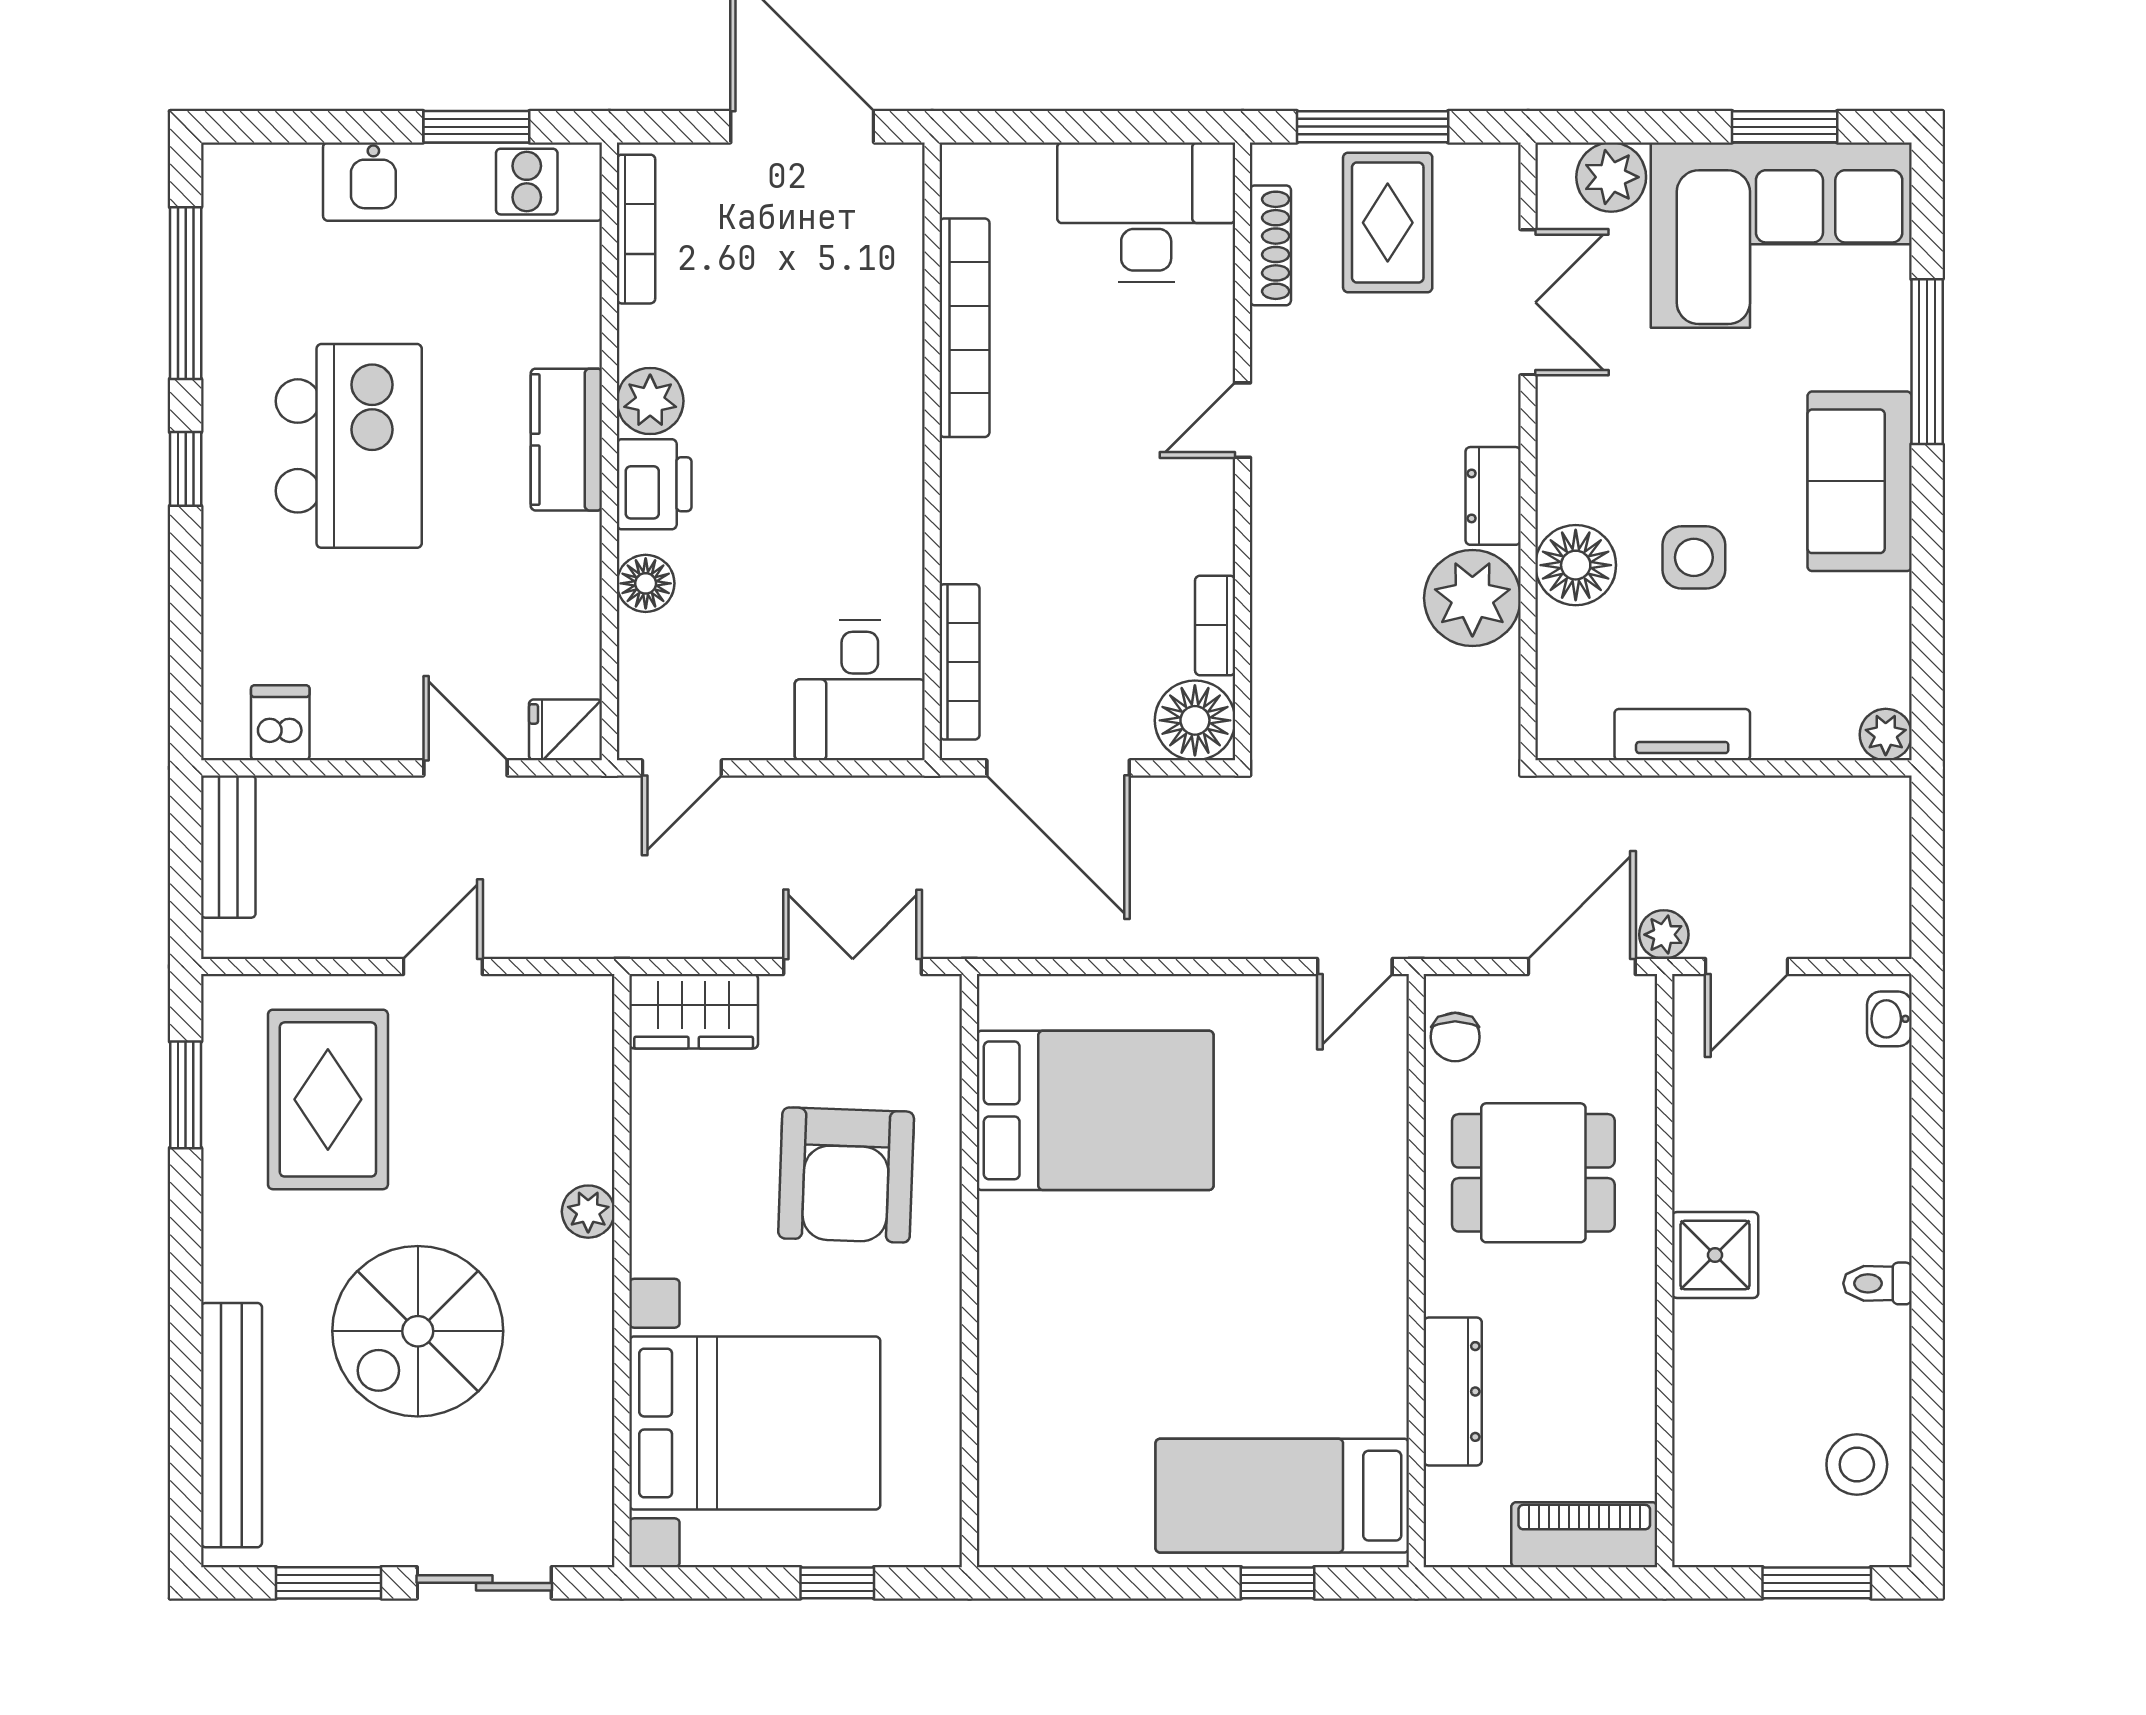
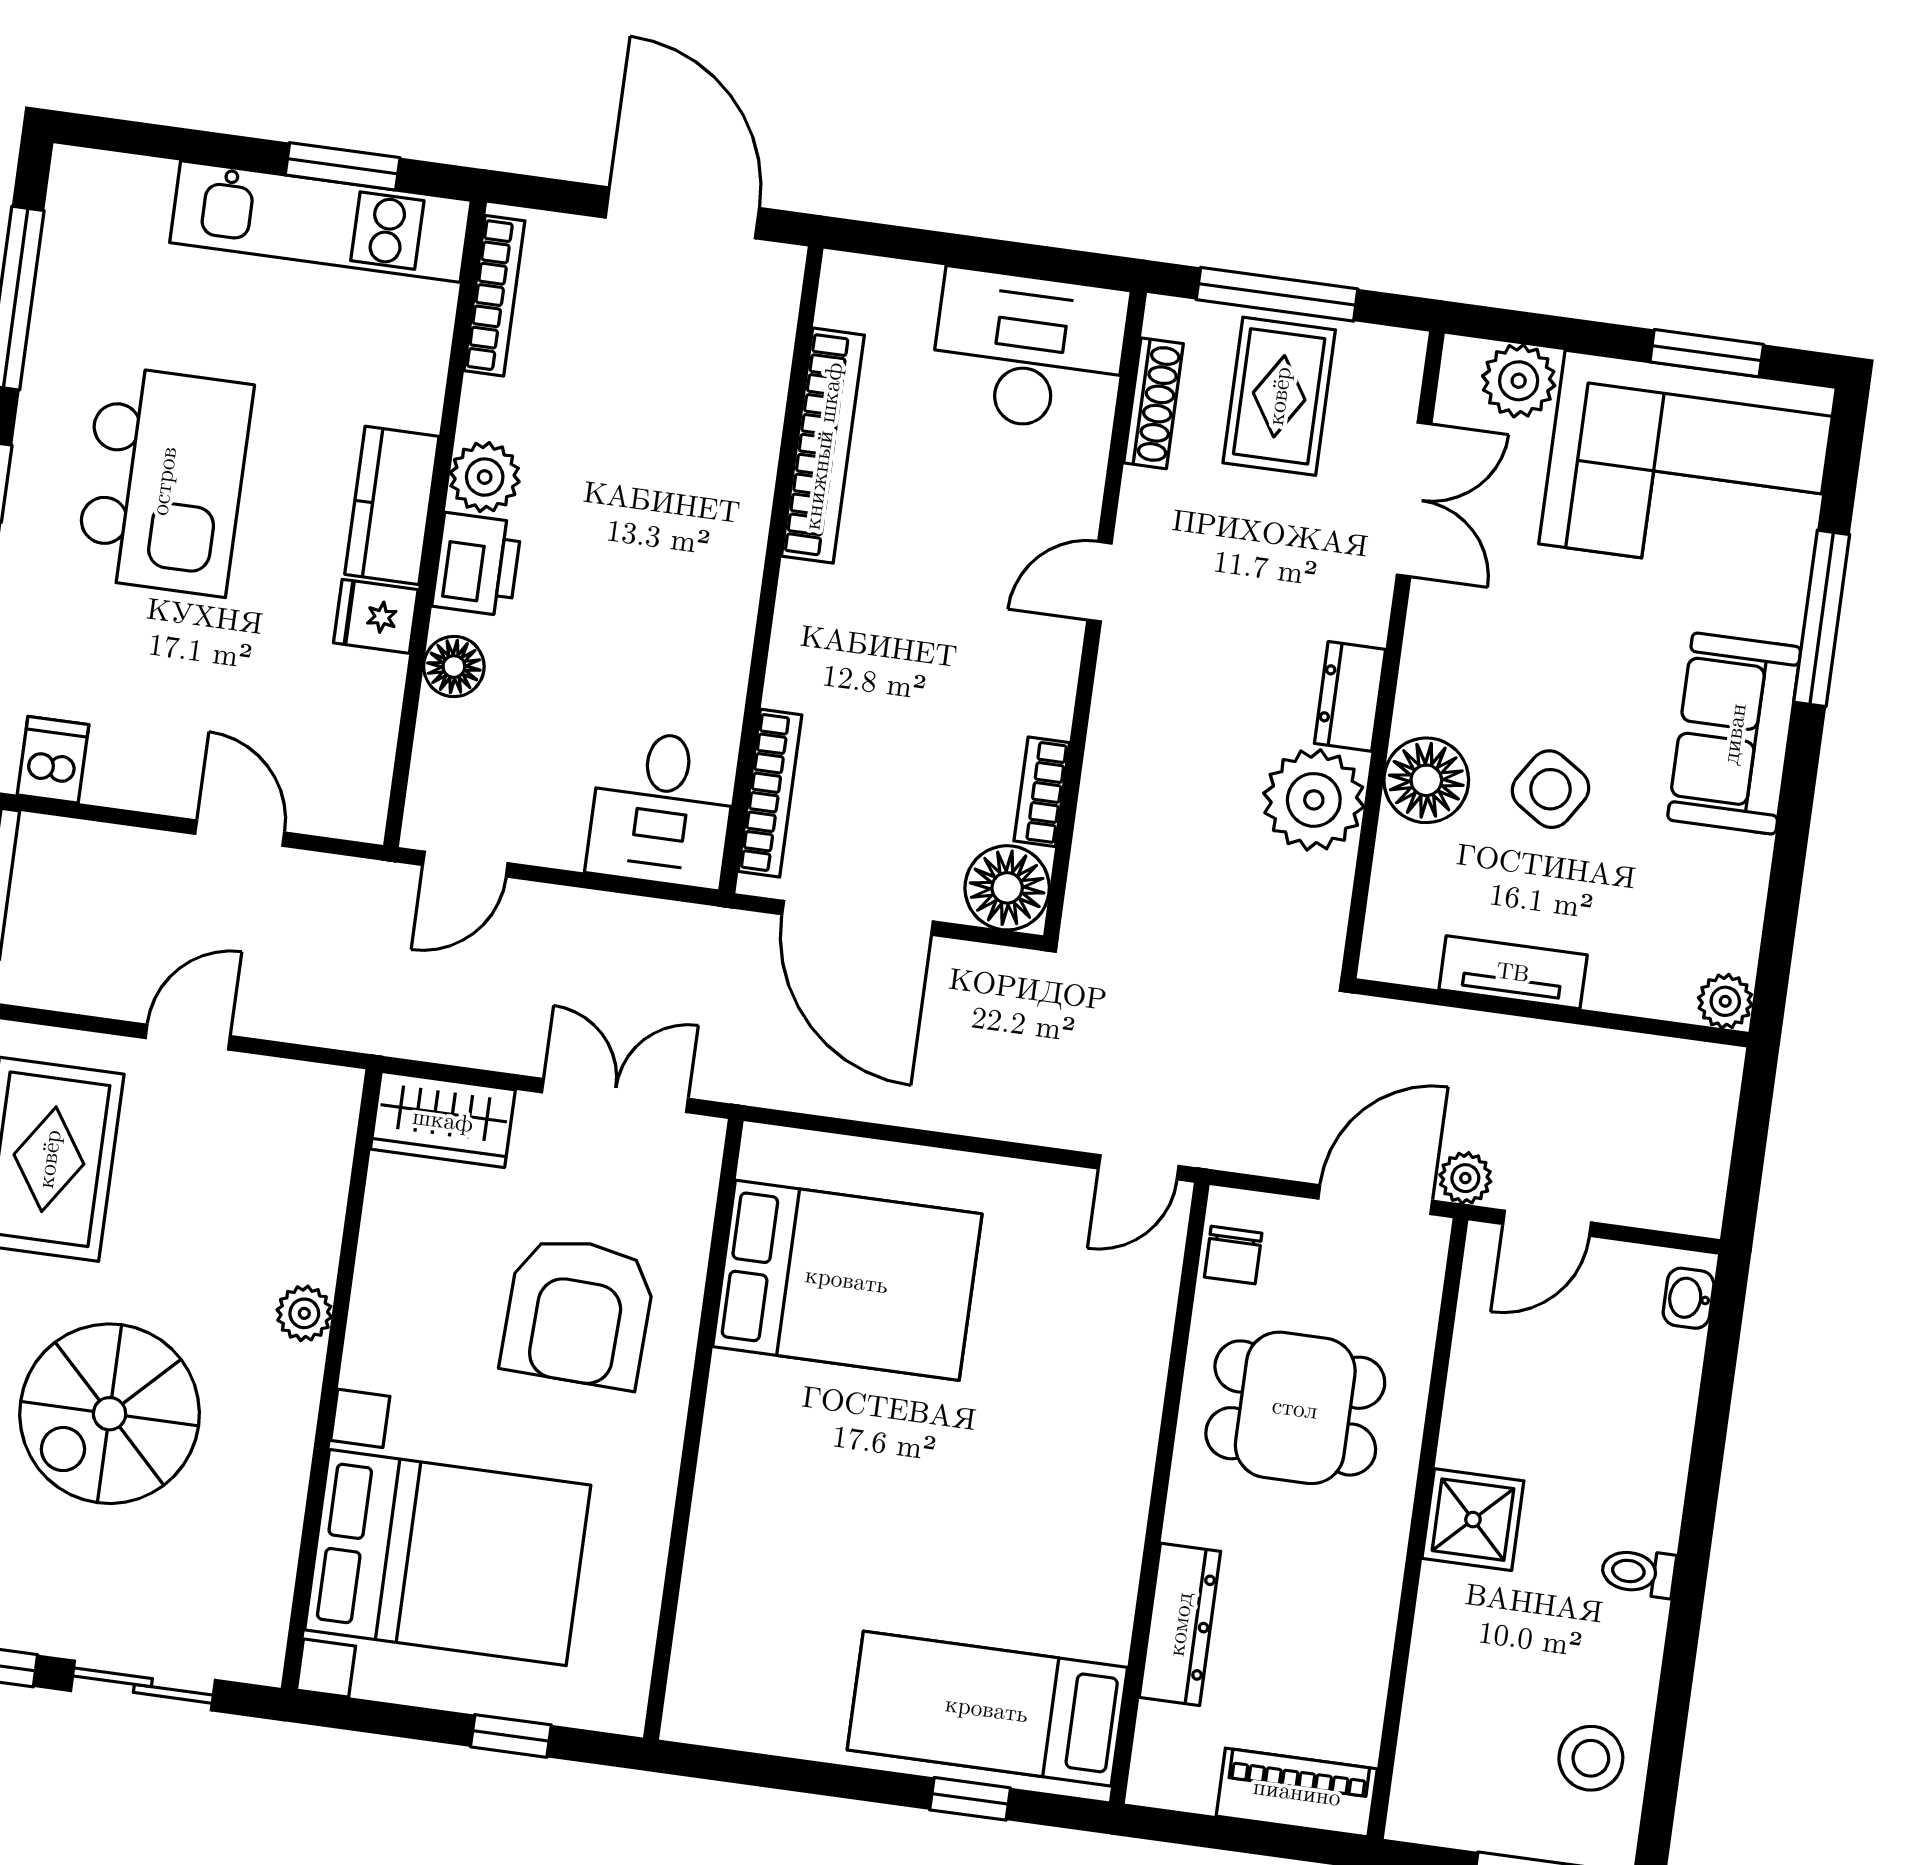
side table: (1694, 557) -> (1550, 789), turned 33
fridge: (566, 730) -> (376, 616), moved

